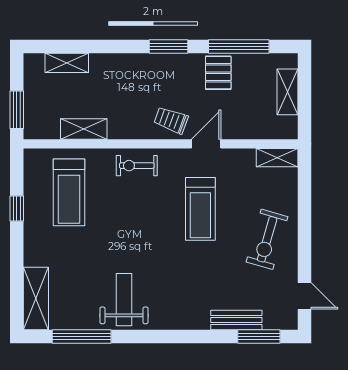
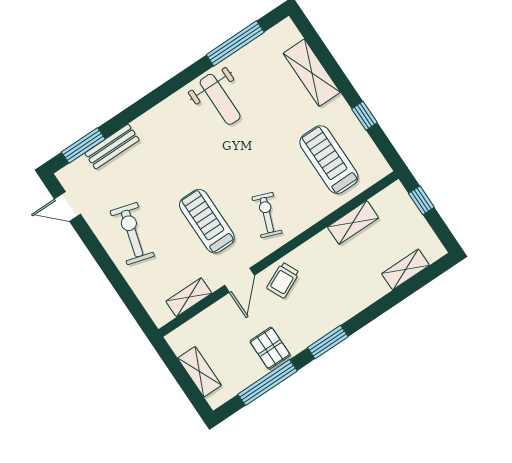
window: (17, 110) -> (421, 200), width x0.67
trolley: (171, 120) -> (283, 280), turned 135
shelving: (277, 158) -> (189, 297), moved
exercise bike: (137, 166) -> (267, 215), moved, turned -69
shelving: (36, 298) -> (312, 73), moved

